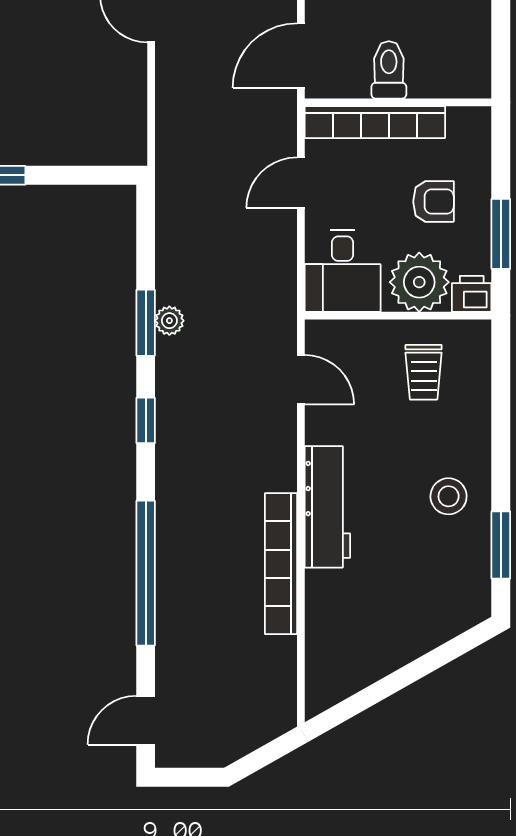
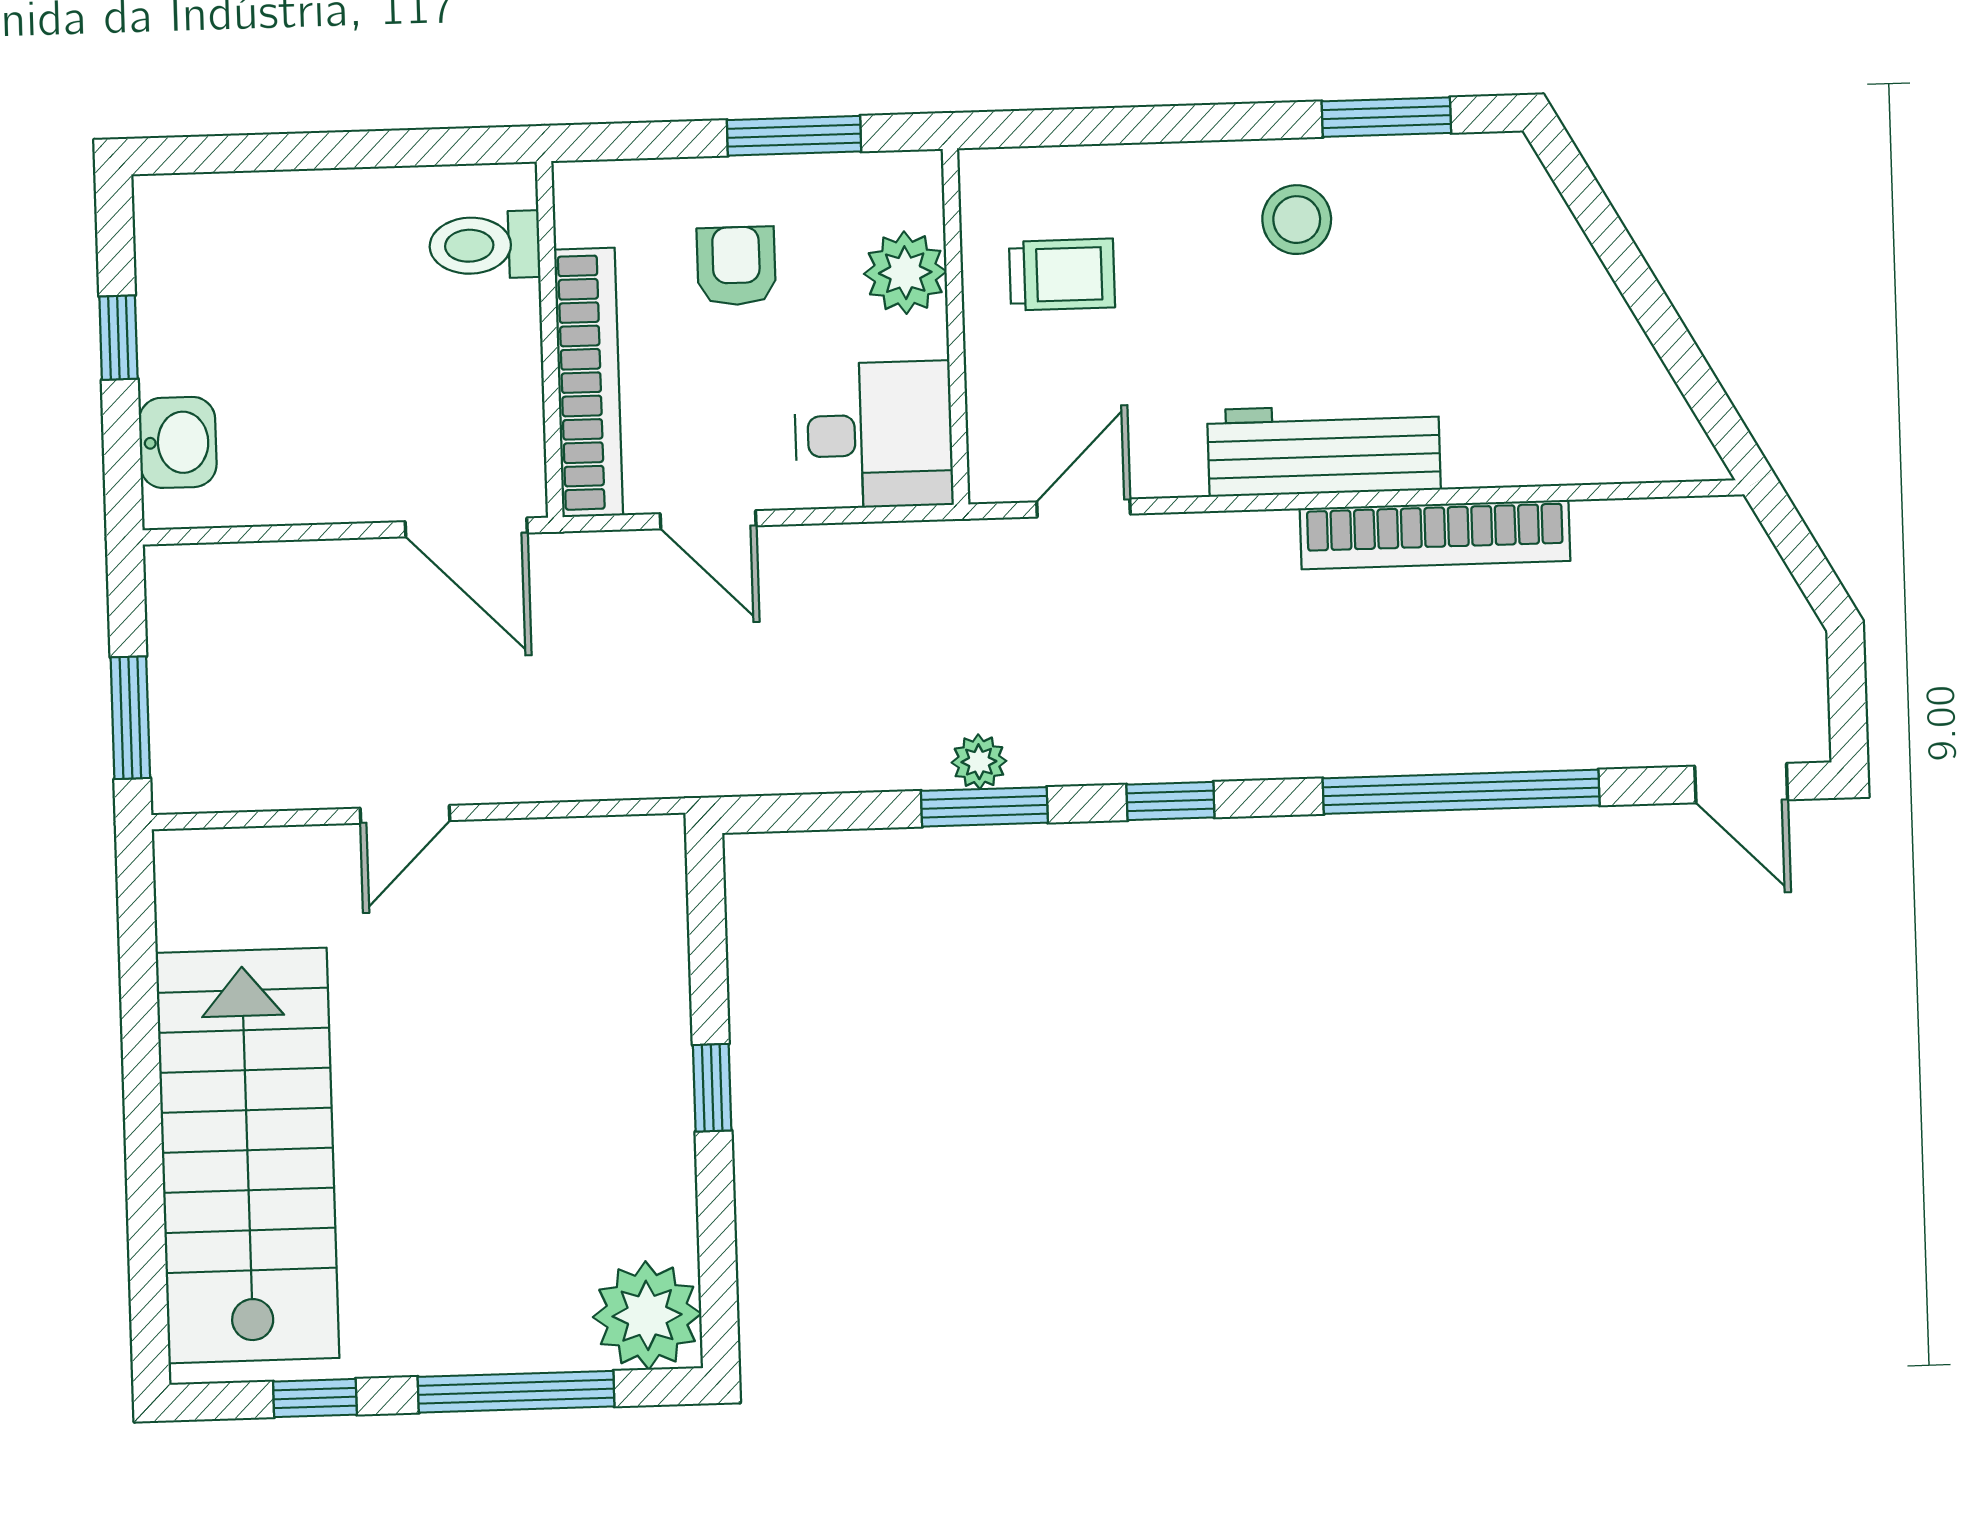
toilet: (389, 70) -> (485, 245), moved
plant: (419, 282) -> (905, 273), width x0.73, depth x0.73
printer: (472, 294) -> (910, 188), removed

